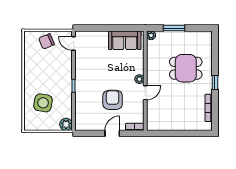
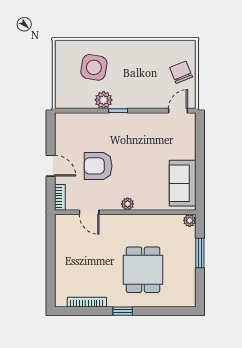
door: (145, 93) -> (89, 212), moved
armchair: (113, 100) -> (98, 166), turned 180
plant: (66, 124) -> (104, 100), moved

